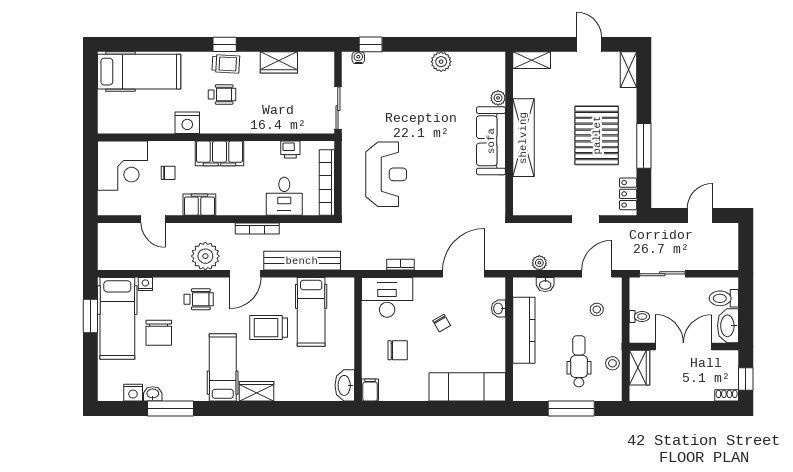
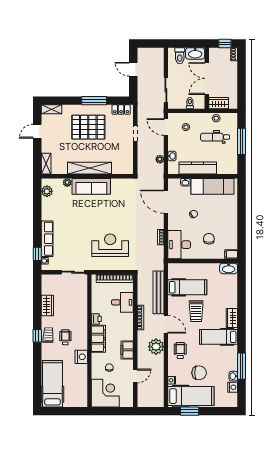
row of seats: (398, 62) -> (47, 239), added
plant: (441, 62) -> (47, 191), moved
printer: (290, 149) -> (96, 319), moved
exam couch: (467, 387) -> (212, 186), moved, turned -90

